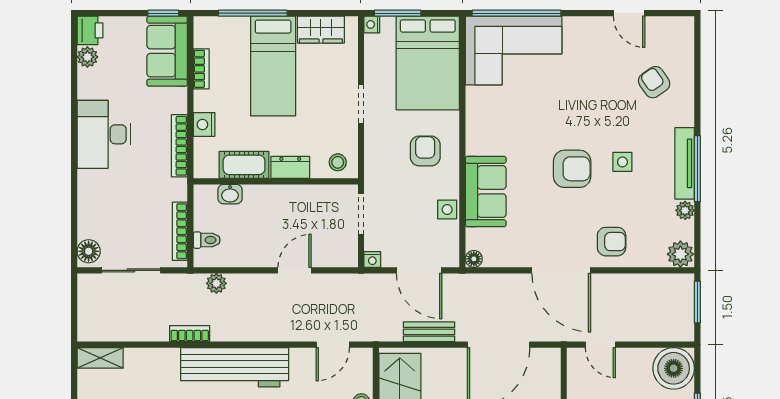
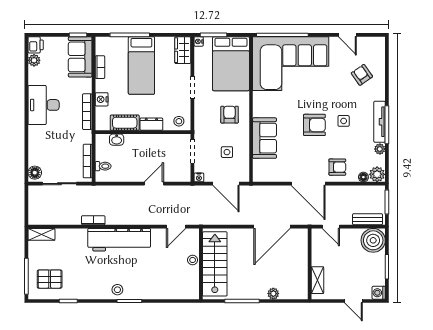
wardrobe: (321, 30) -> (183, 50), moved, turned 90
corner sofa: (514, 51) -> (291, 64), width x1.36, depth x1.36
side table: (447, 210) -> (227, 152), moved
floor lamp: (474, 259) -> (363, 177), moved
plant: (216, 283) -> (109, 191), removed
bench: (429, 332) -> (368, 219), moved

